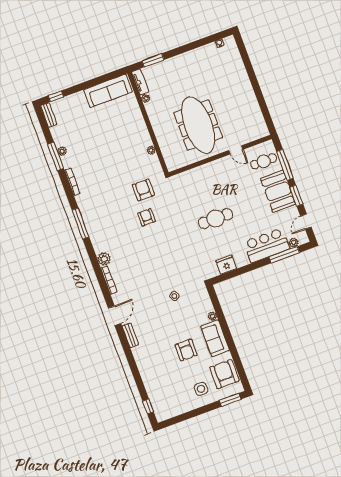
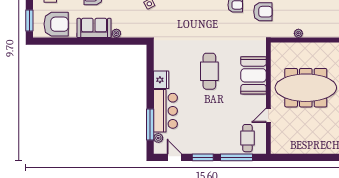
booth: (278, 191) -> (253, 75), moved, turned 90
fridge: (226, 265) -> (161, 80), moved

